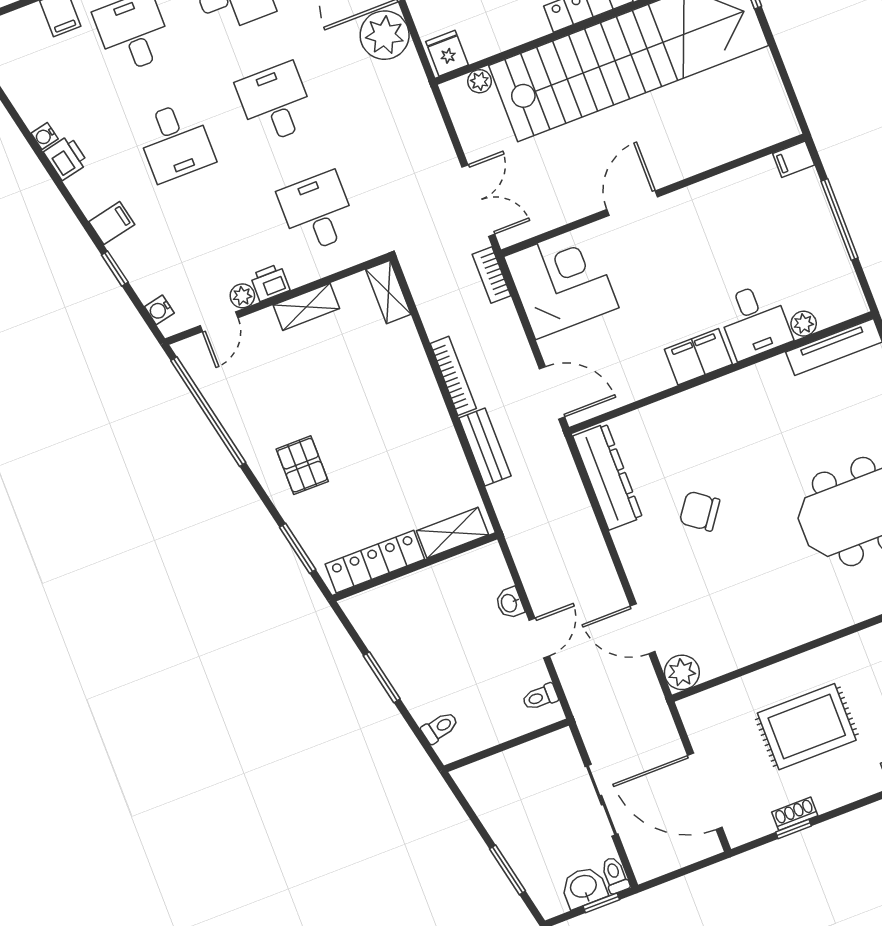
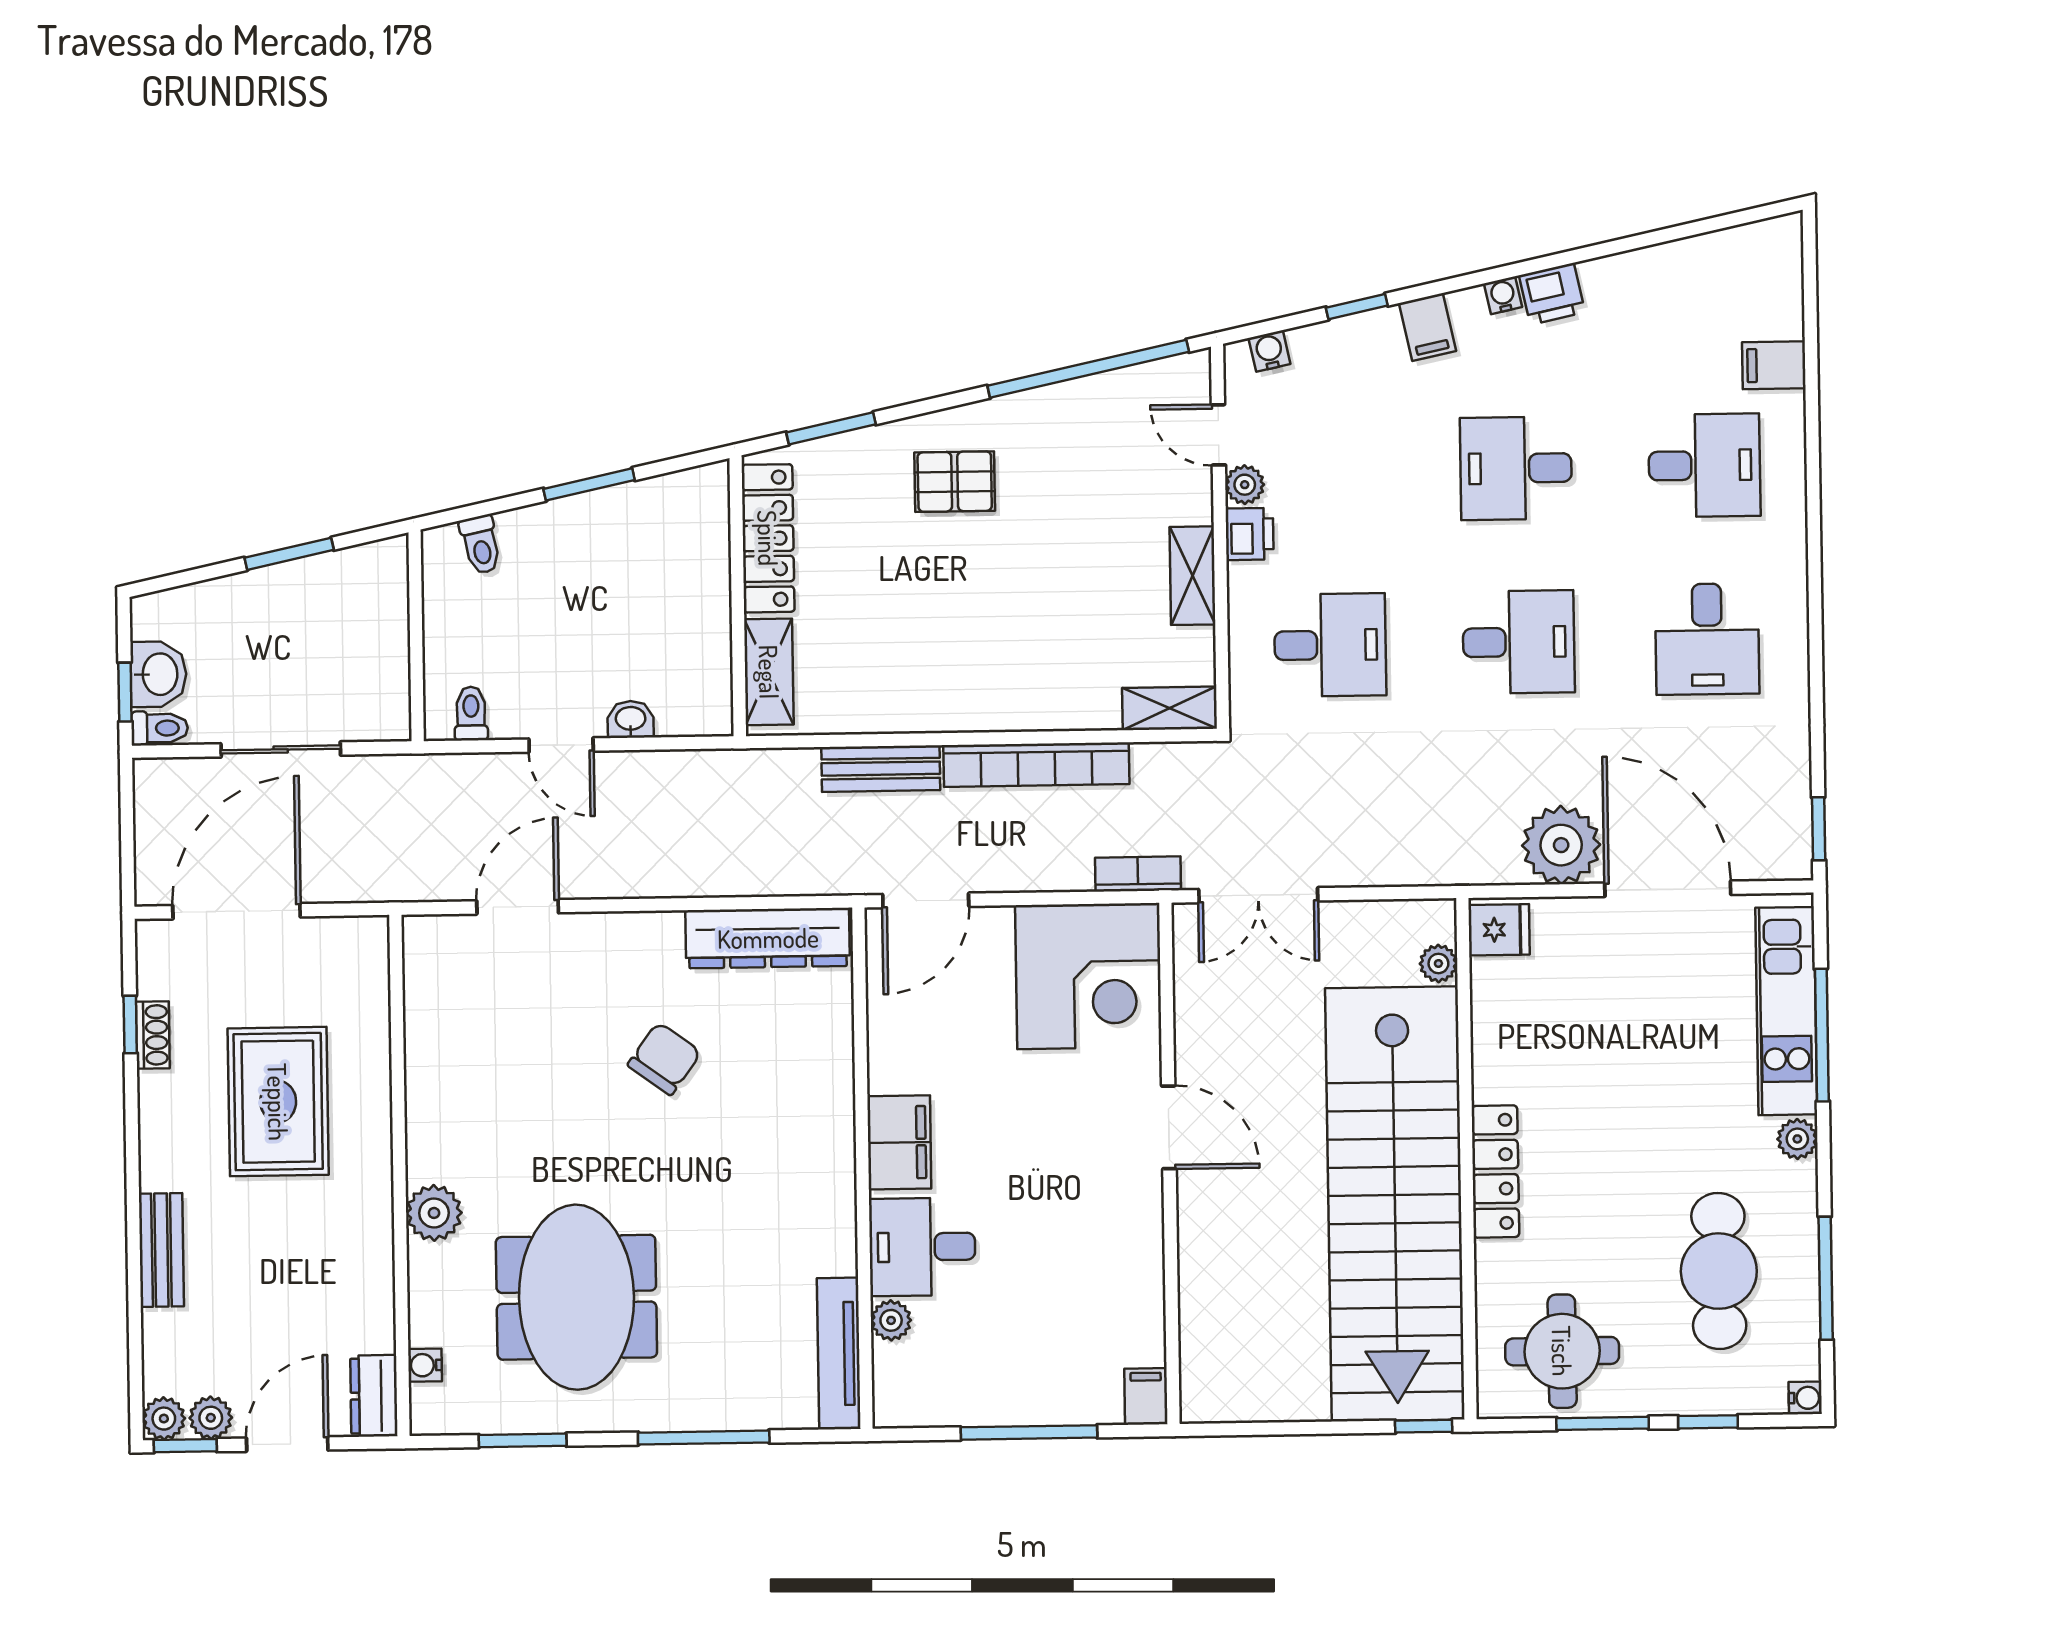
water cooler: (45, 136) -> (1503, 295), moved
bookcase: (453, 376) -> (1036, 765), width x1.48, depth x1.31
plant: (682, 672) -> (434, 1213), moved
window: (508, 870) -> (289, 554), moved

